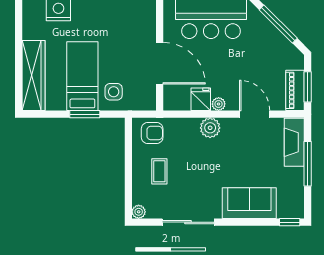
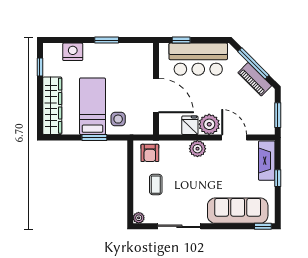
window: (19, 28) -> (40, 67), added
piano: (295, 90) -> (255, 79), moved, turned -45
plant: (219, 104) -> (209, 124), width x1.87, depth x1.87
armchair: (152, 133) -> (150, 153), turned 90
window: (308, 164) -> (278, 178), width x0.46
sofa: (249, 203) -> (238, 211), width x1.36

